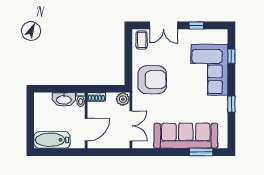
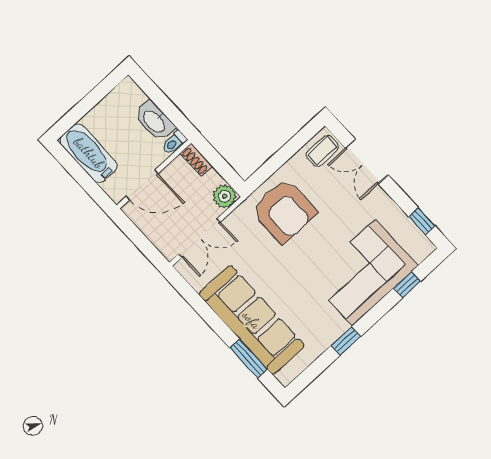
window: (196, 25) -> (422, 221), moved

